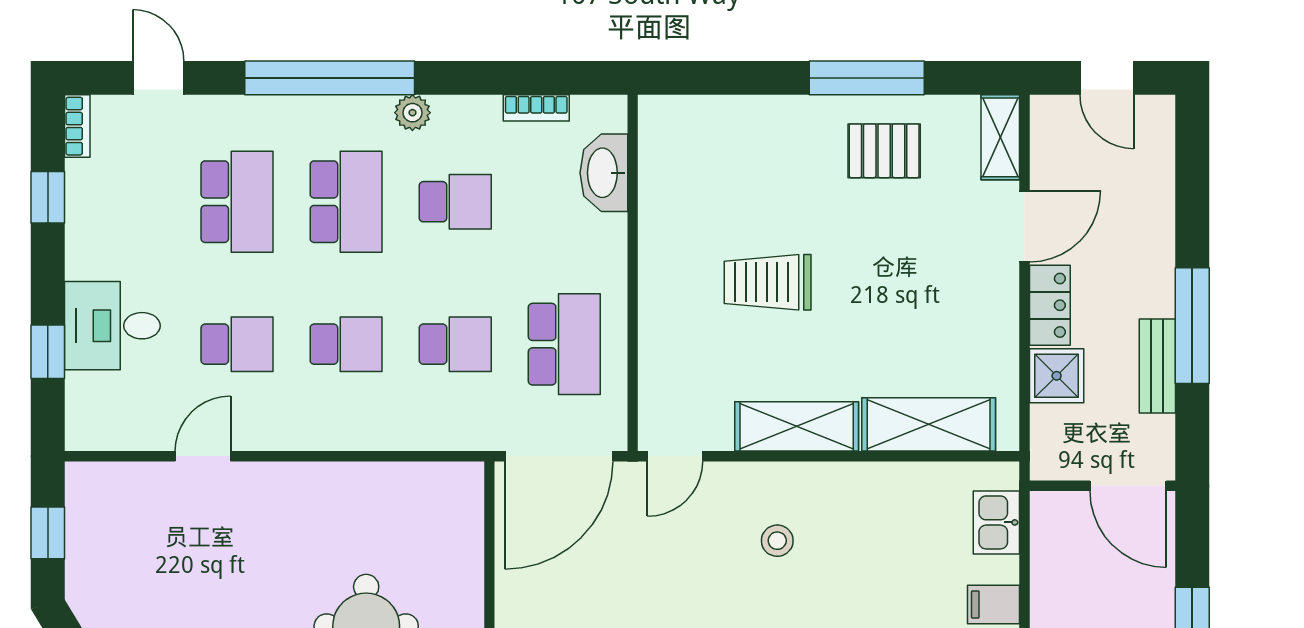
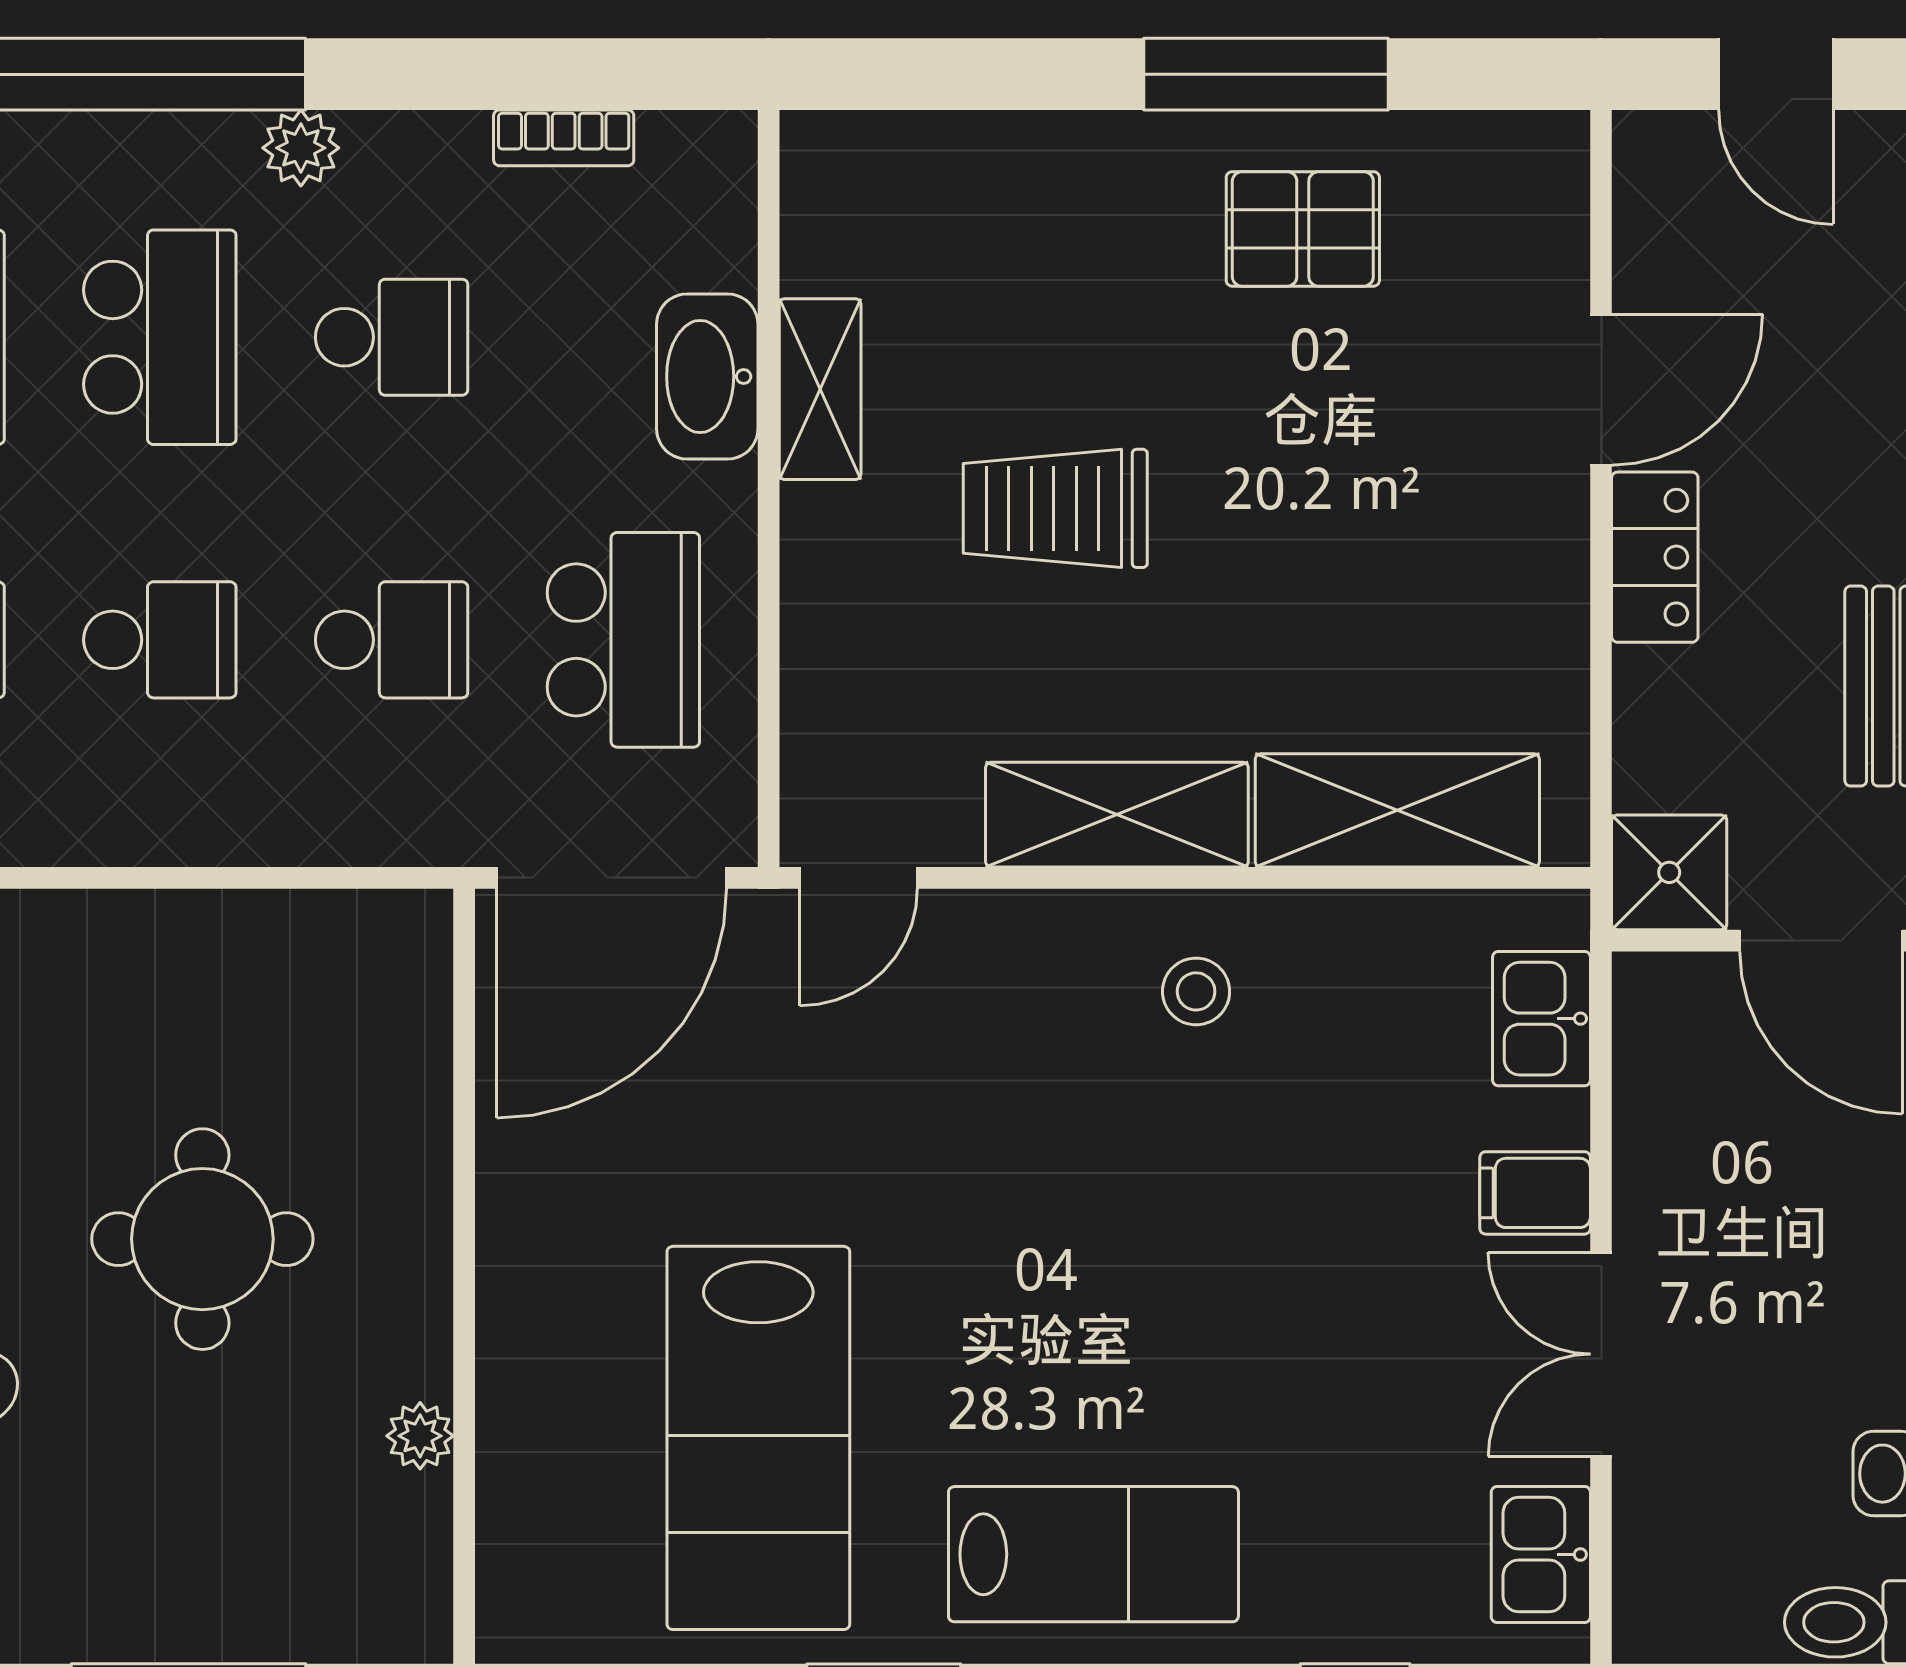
shelving: (1000, 137) -> (820, 389), moved
washbasin: (604, 173) -> (707, 377), moved
shower: (1057, 376) -> (1669, 872), moved
stool: (777, 541) -> (1196, 991), moved

